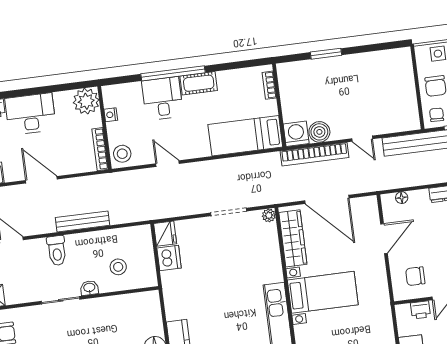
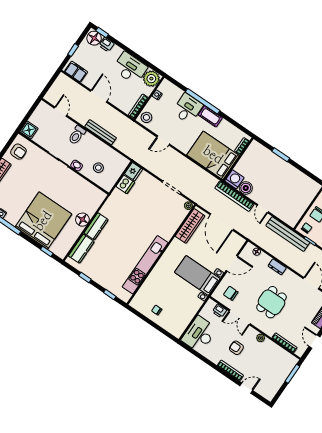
desk: (30, 114) -> (130, 68), moved
bed: (245, 136) -> (213, 155), width x1.50
door: (167, 164) -> (163, 140), swing flipped
bed with nightstands: (323, 292) -> (197, 275), moved, turned 180

